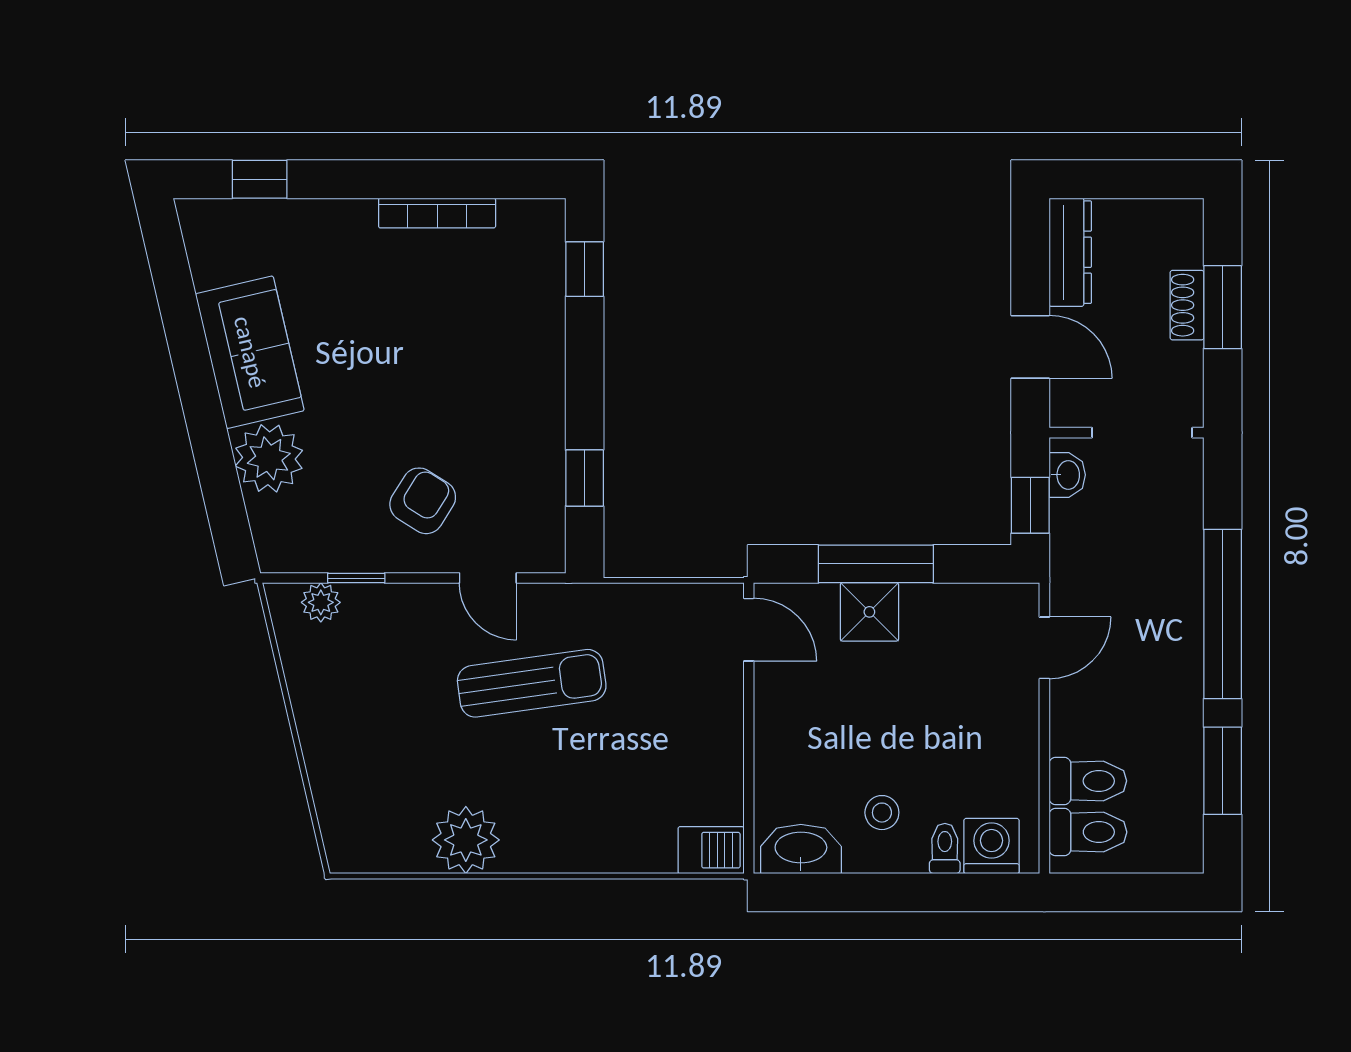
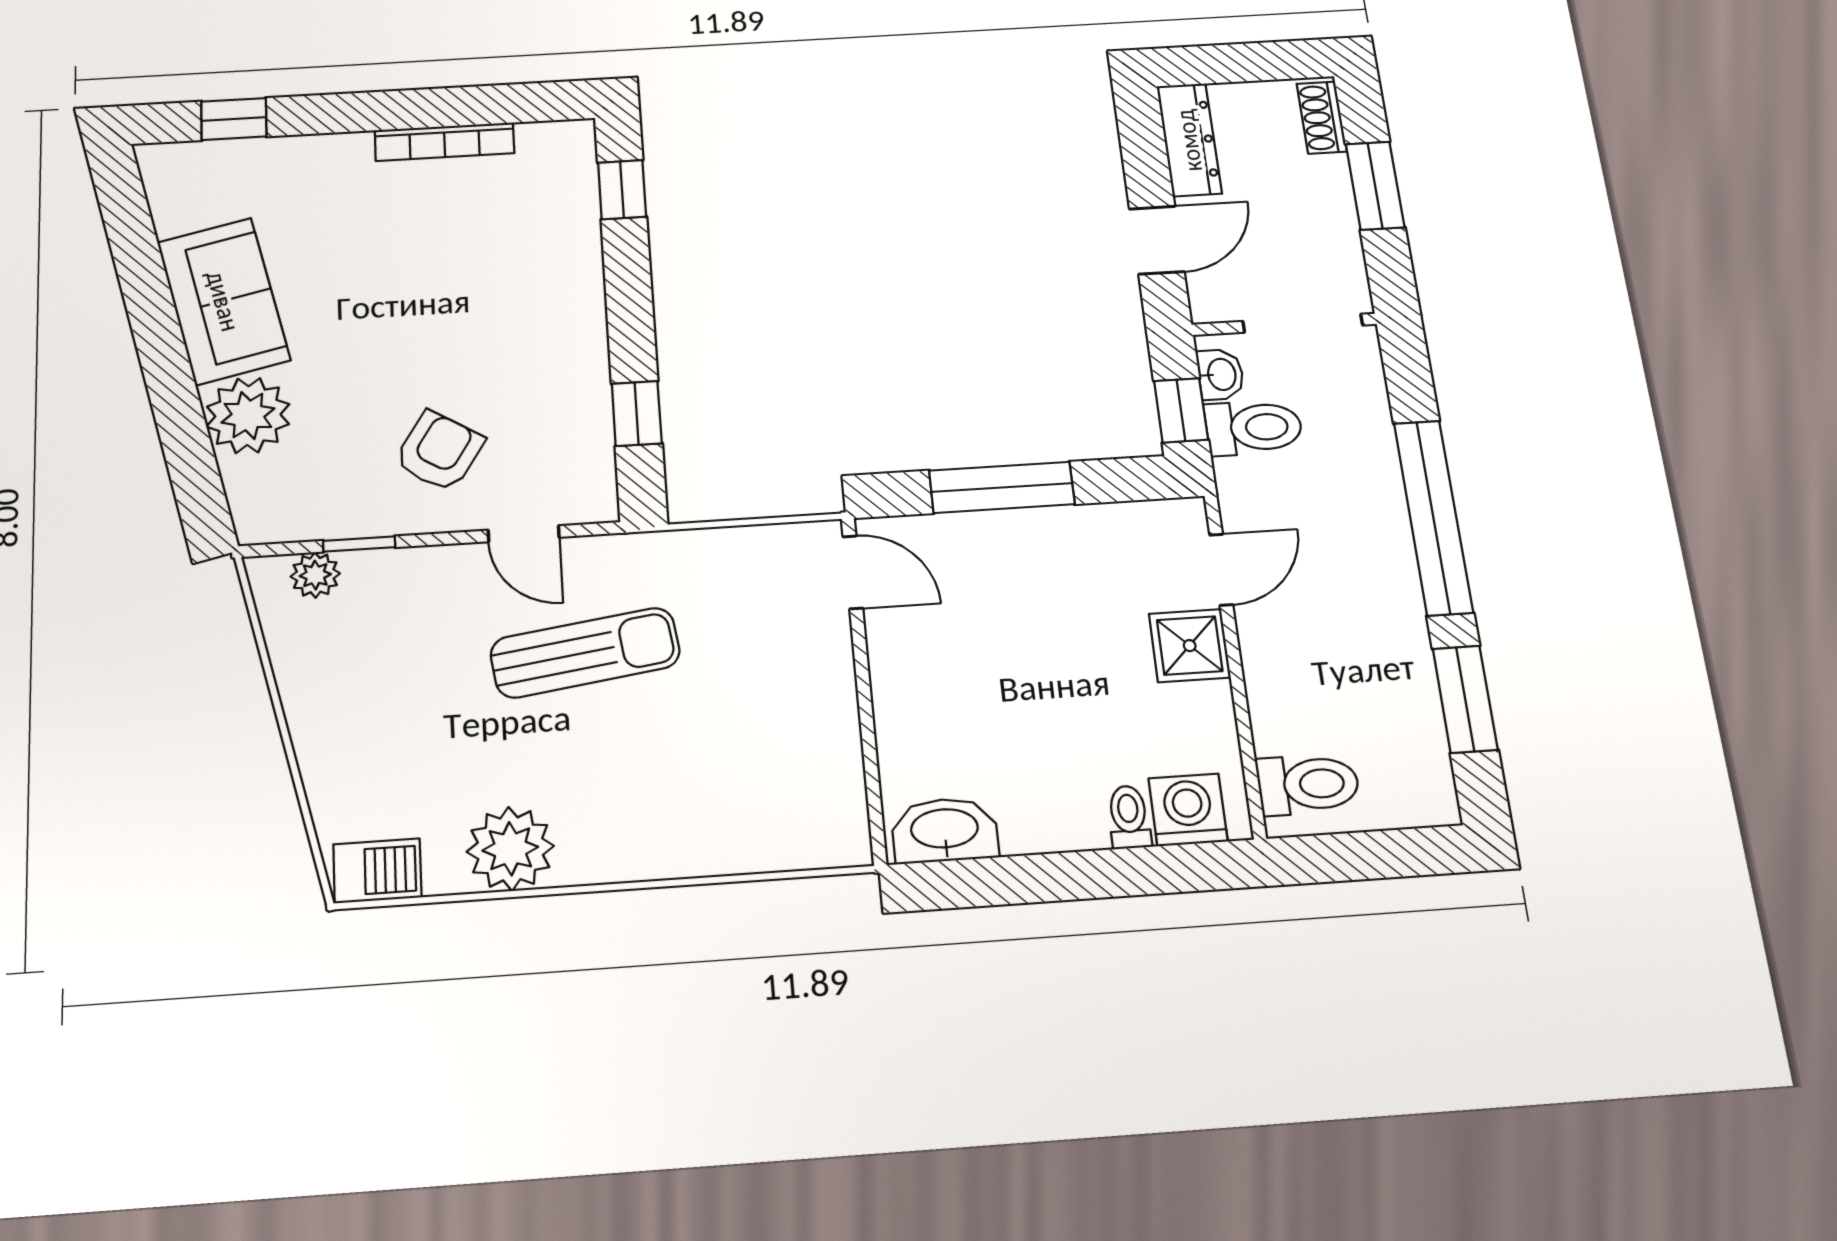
shoe rack: (1187, 305) -> (1322, 118), moved
door: (1030, 347) -> (1157, 240), hinge flipped
shower: (869, 612) -> (1190, 646), moved
toilet: (1088, 781) -> (1254, 428), moved
stool: (882, 813) -> (1043, 778), removed
barbecue: (711, 850) -> (377, 871), moved

